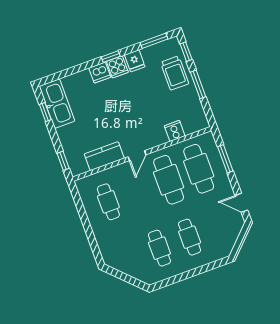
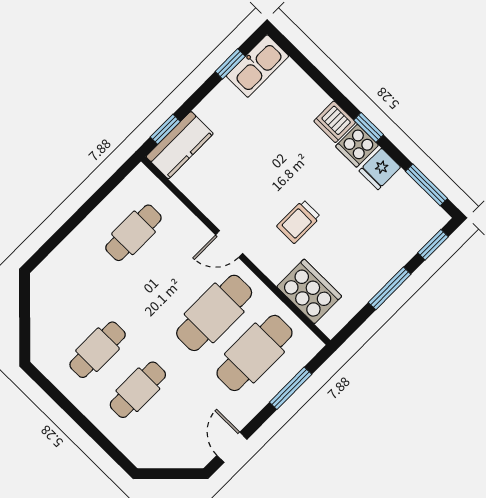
trolley: (175, 73) -> (299, 222), moved, width x0.73, depth x0.72
kitchen sink: (57, 104) -> (257, 66), width x0.73, depth x0.81
cooker: (175, 131) -> (309, 291), width x1.87, depth x1.31
kitchen counter: (104, 156) -> (180, 145), moved, turned 90

